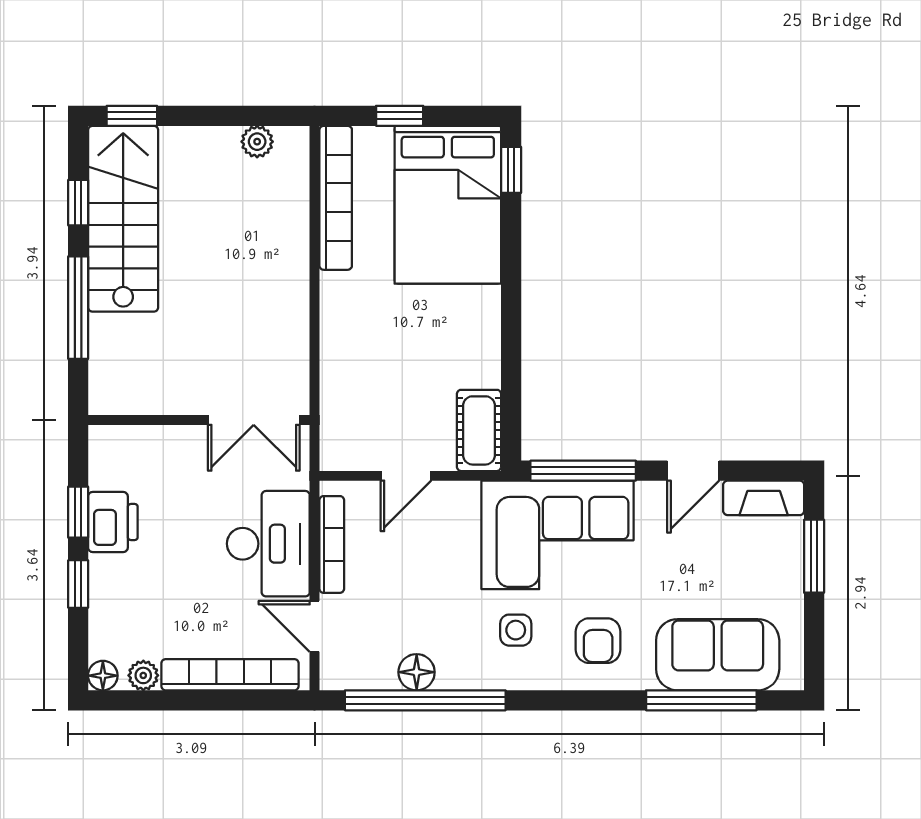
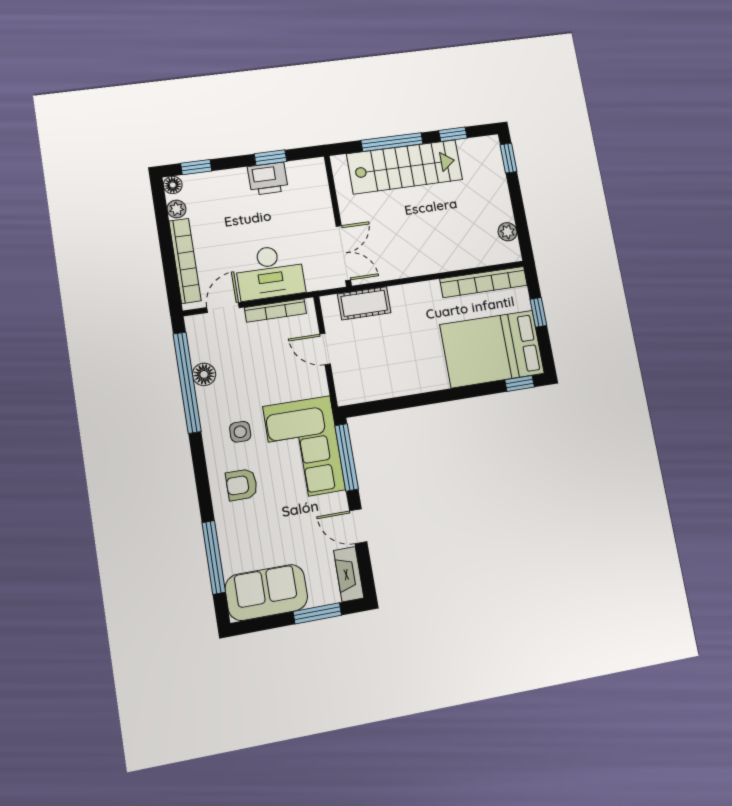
stairs: (123, 219) -> (405, 167), moved
double door: (254, 420) -> (343, 253), swing flipped
cot: (479, 430) -> (364, 303), moved
window: (78, 584) -> (196, 167), moved
sofa: (718, 655) -> (266, 592), moved, turned -90

